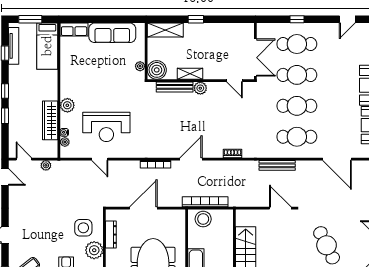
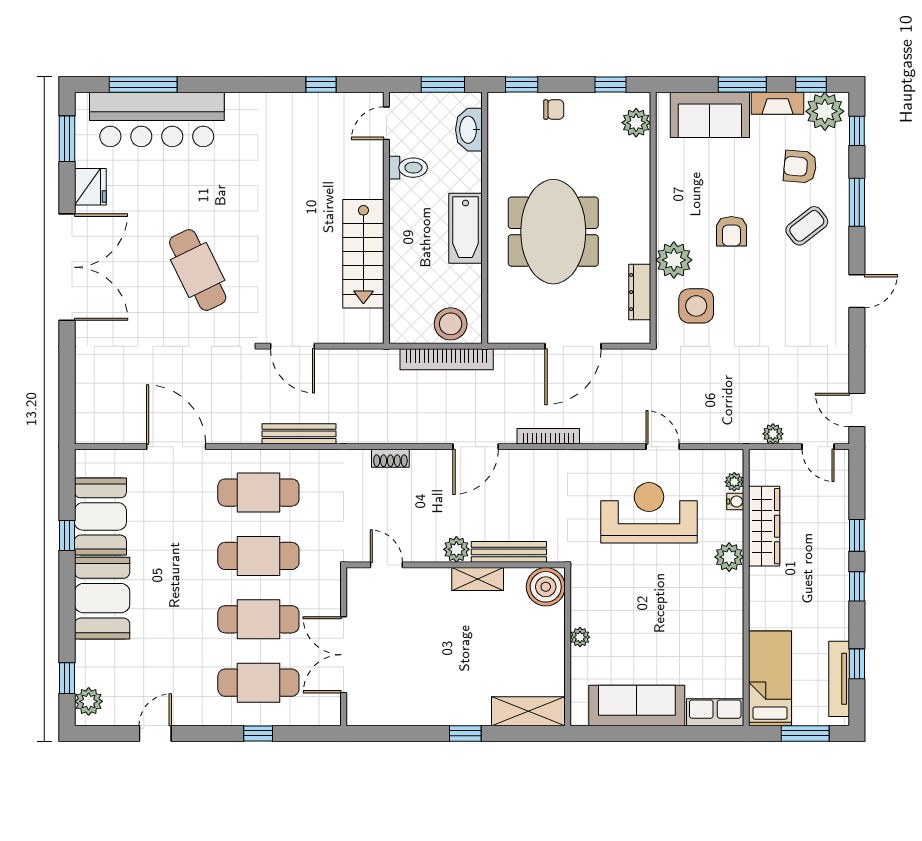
boiler: (157, 70) -> (546, 587), moved
shelving: (190, 74) -> (478, 579), moved
wall: (201, 81) -> (456, 565), moved
door: (234, 81) -> (386, 565), moved
bench: (175, 87) -> (509, 552), moved
plant: (200, 88) -> (456, 549), moved

